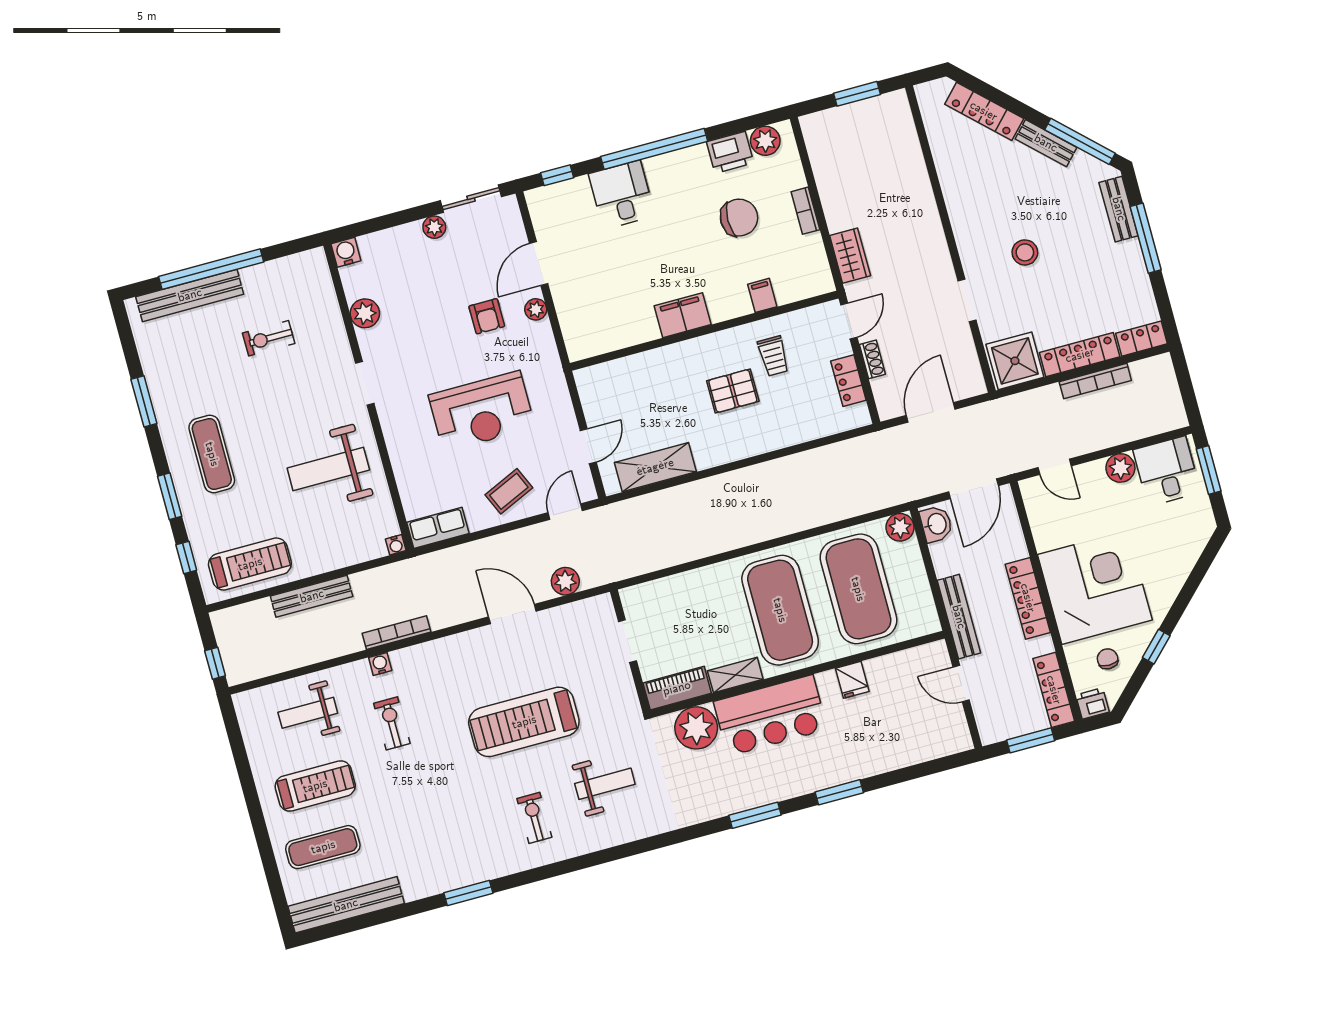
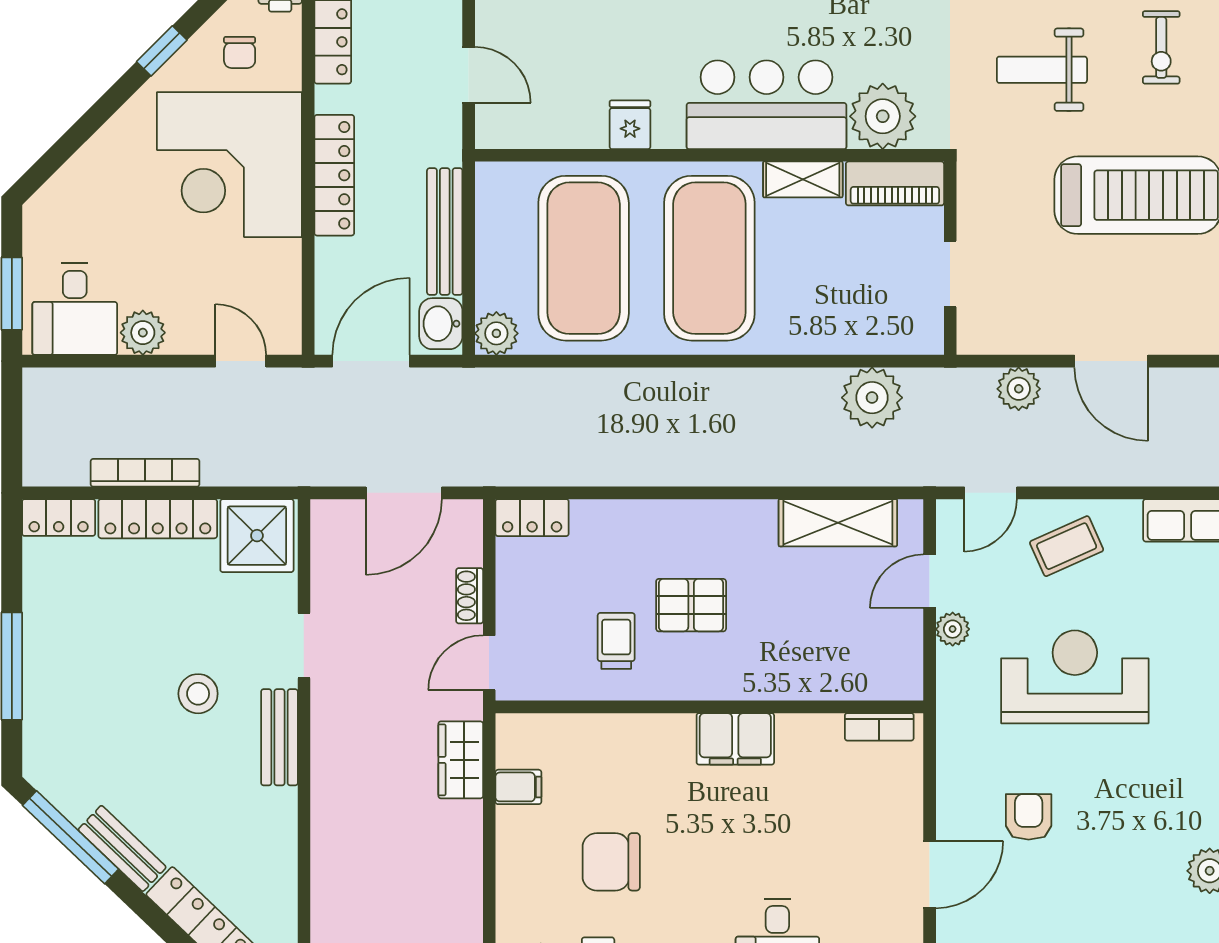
bench: (1119, 209) -> (279, 737), moved
bookcase: (805, 211) -> (879, 727), moved, turned 90
filing cabinet: (762, 295) -> (518, 787), moved, turned -90
plant: (536, 309) -> (953, 629), moved
locker: (848, 381) -> (532, 518), moved, turned 90
plant: (655, 551) -> (872, 398), added
bench: (959, 617) -> (445, 231), moved

